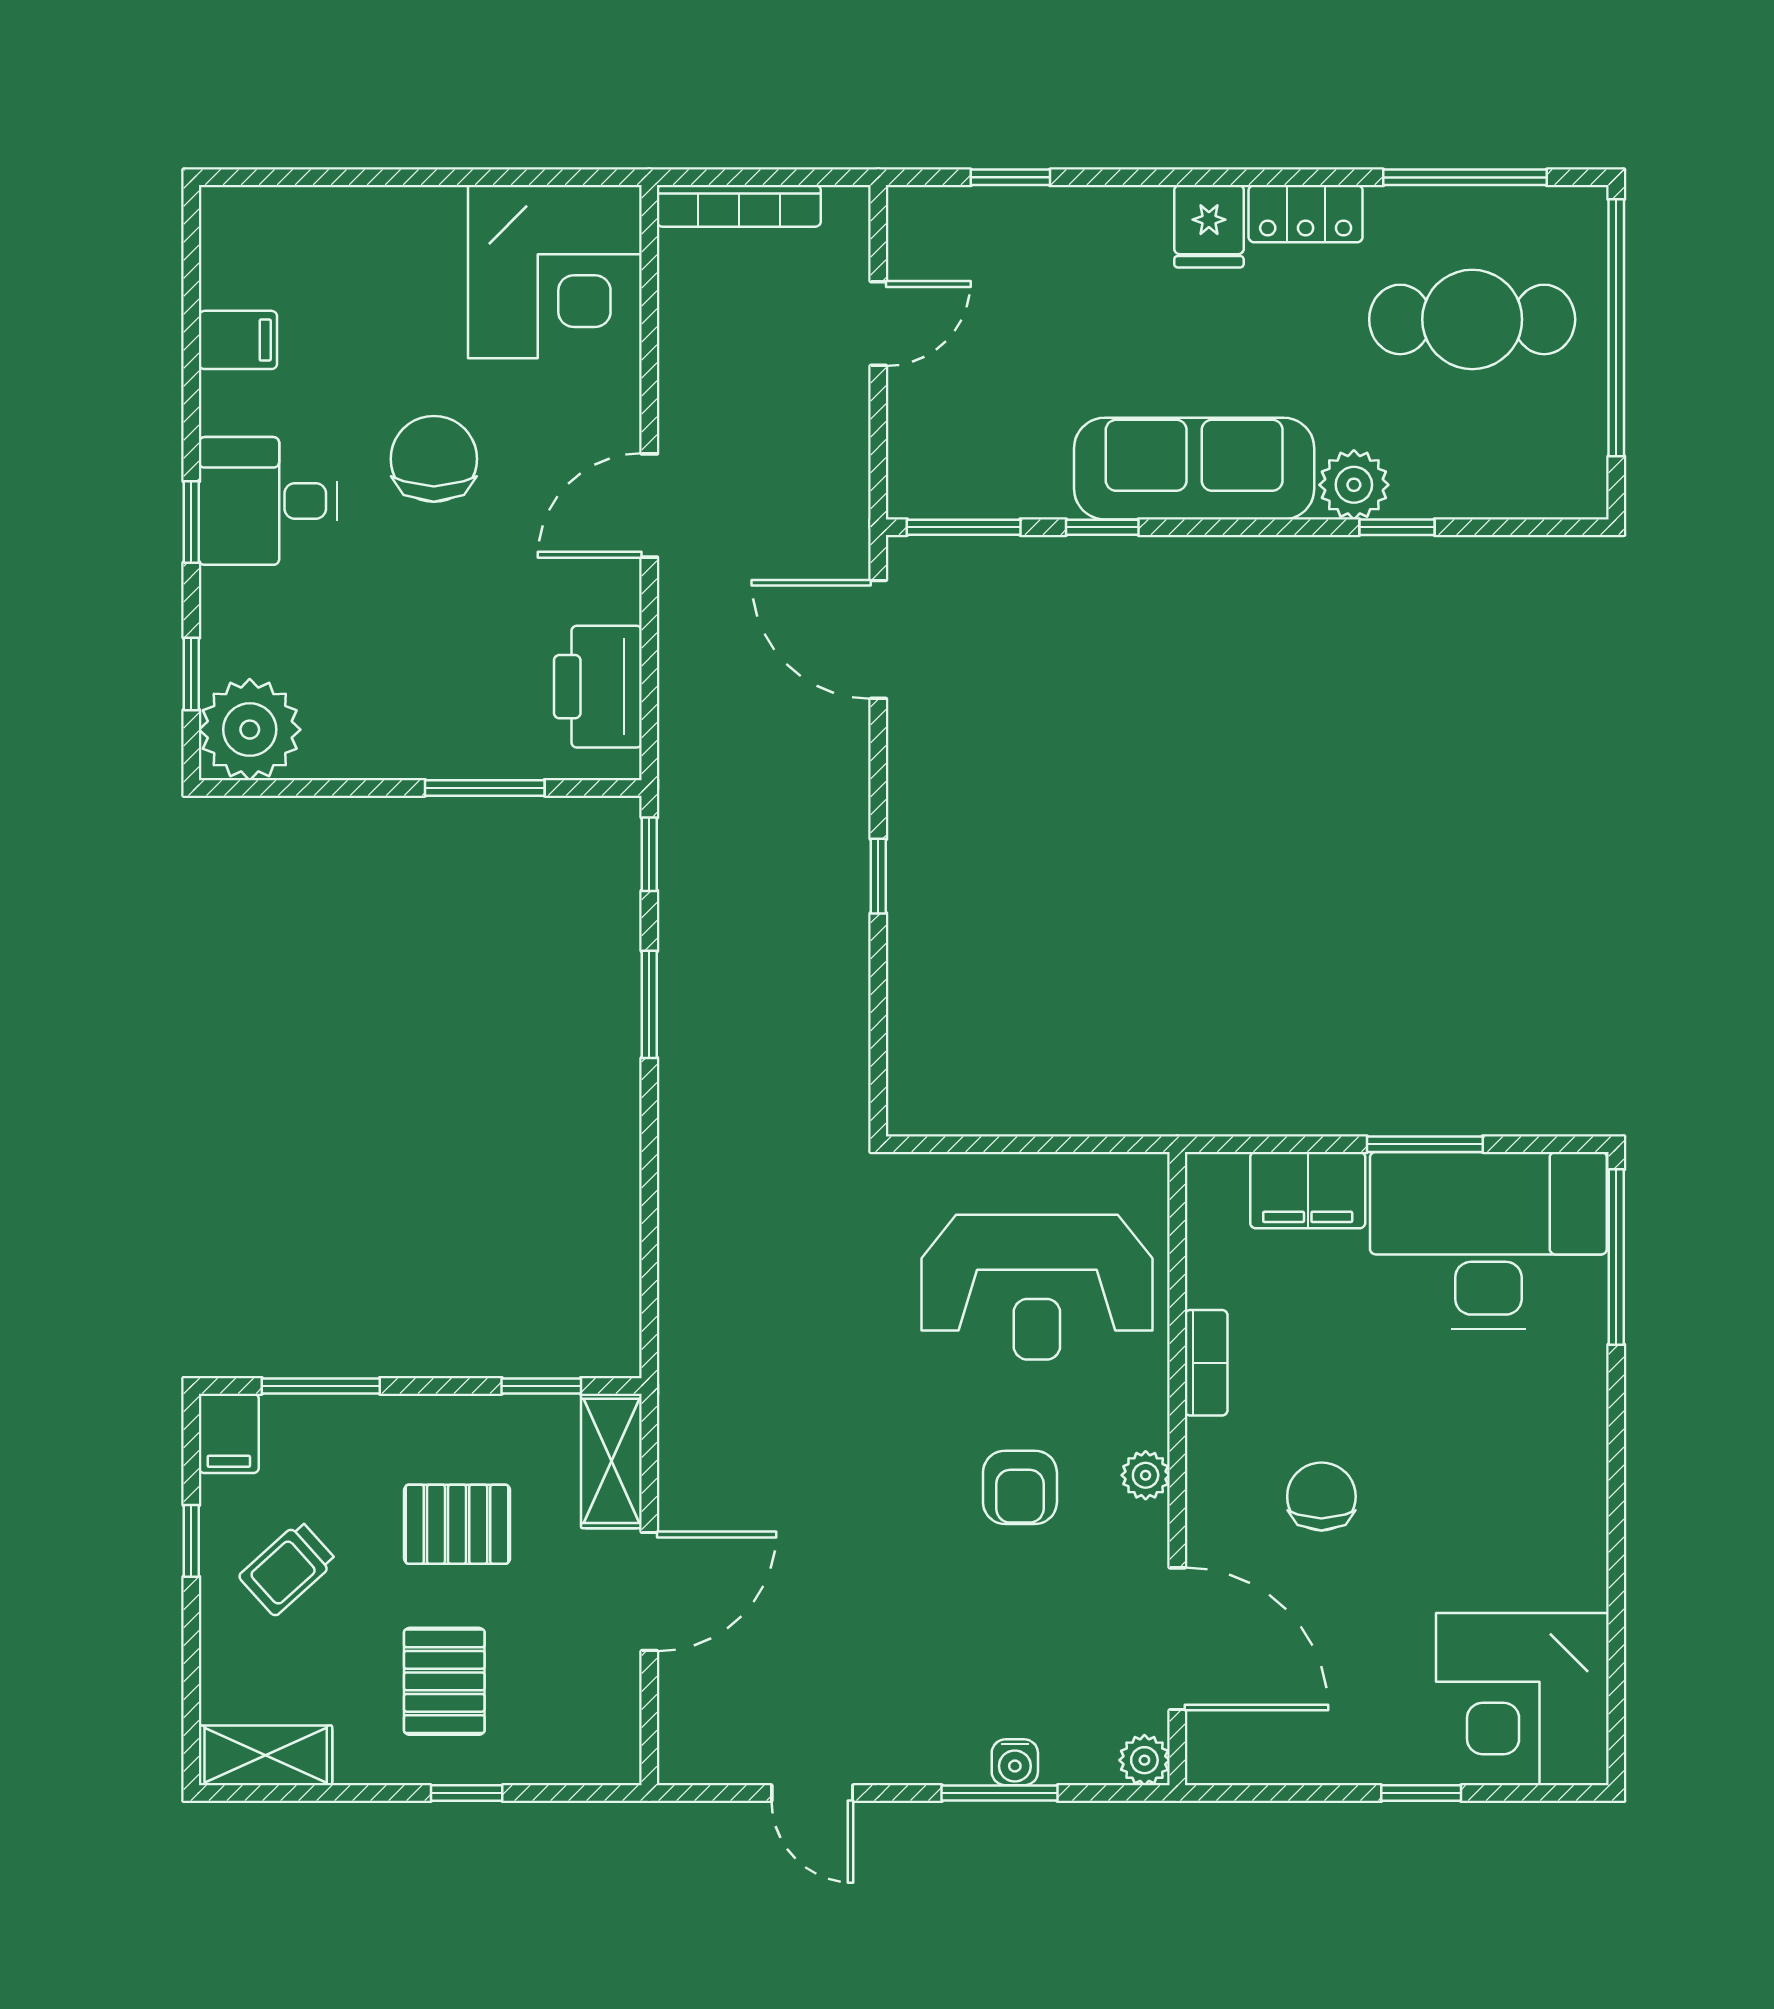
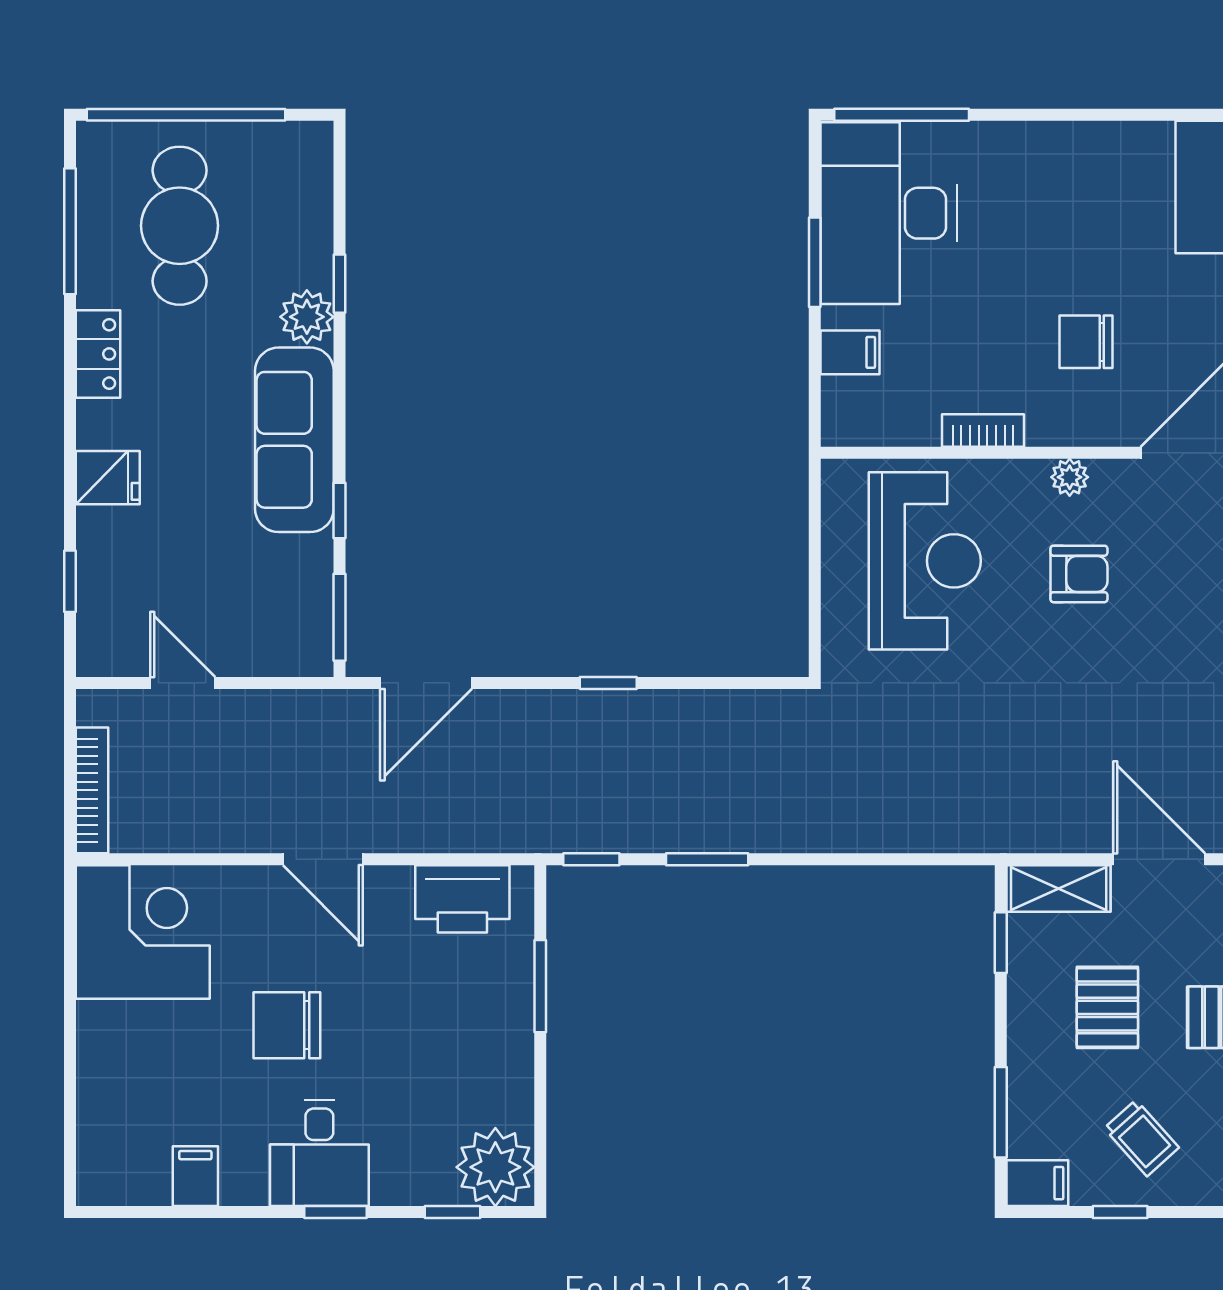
fridge: (1209, 226) -> (108, 478), moved
filing cabinet: (1308, 1190) -> (850, 352), width x0.50

